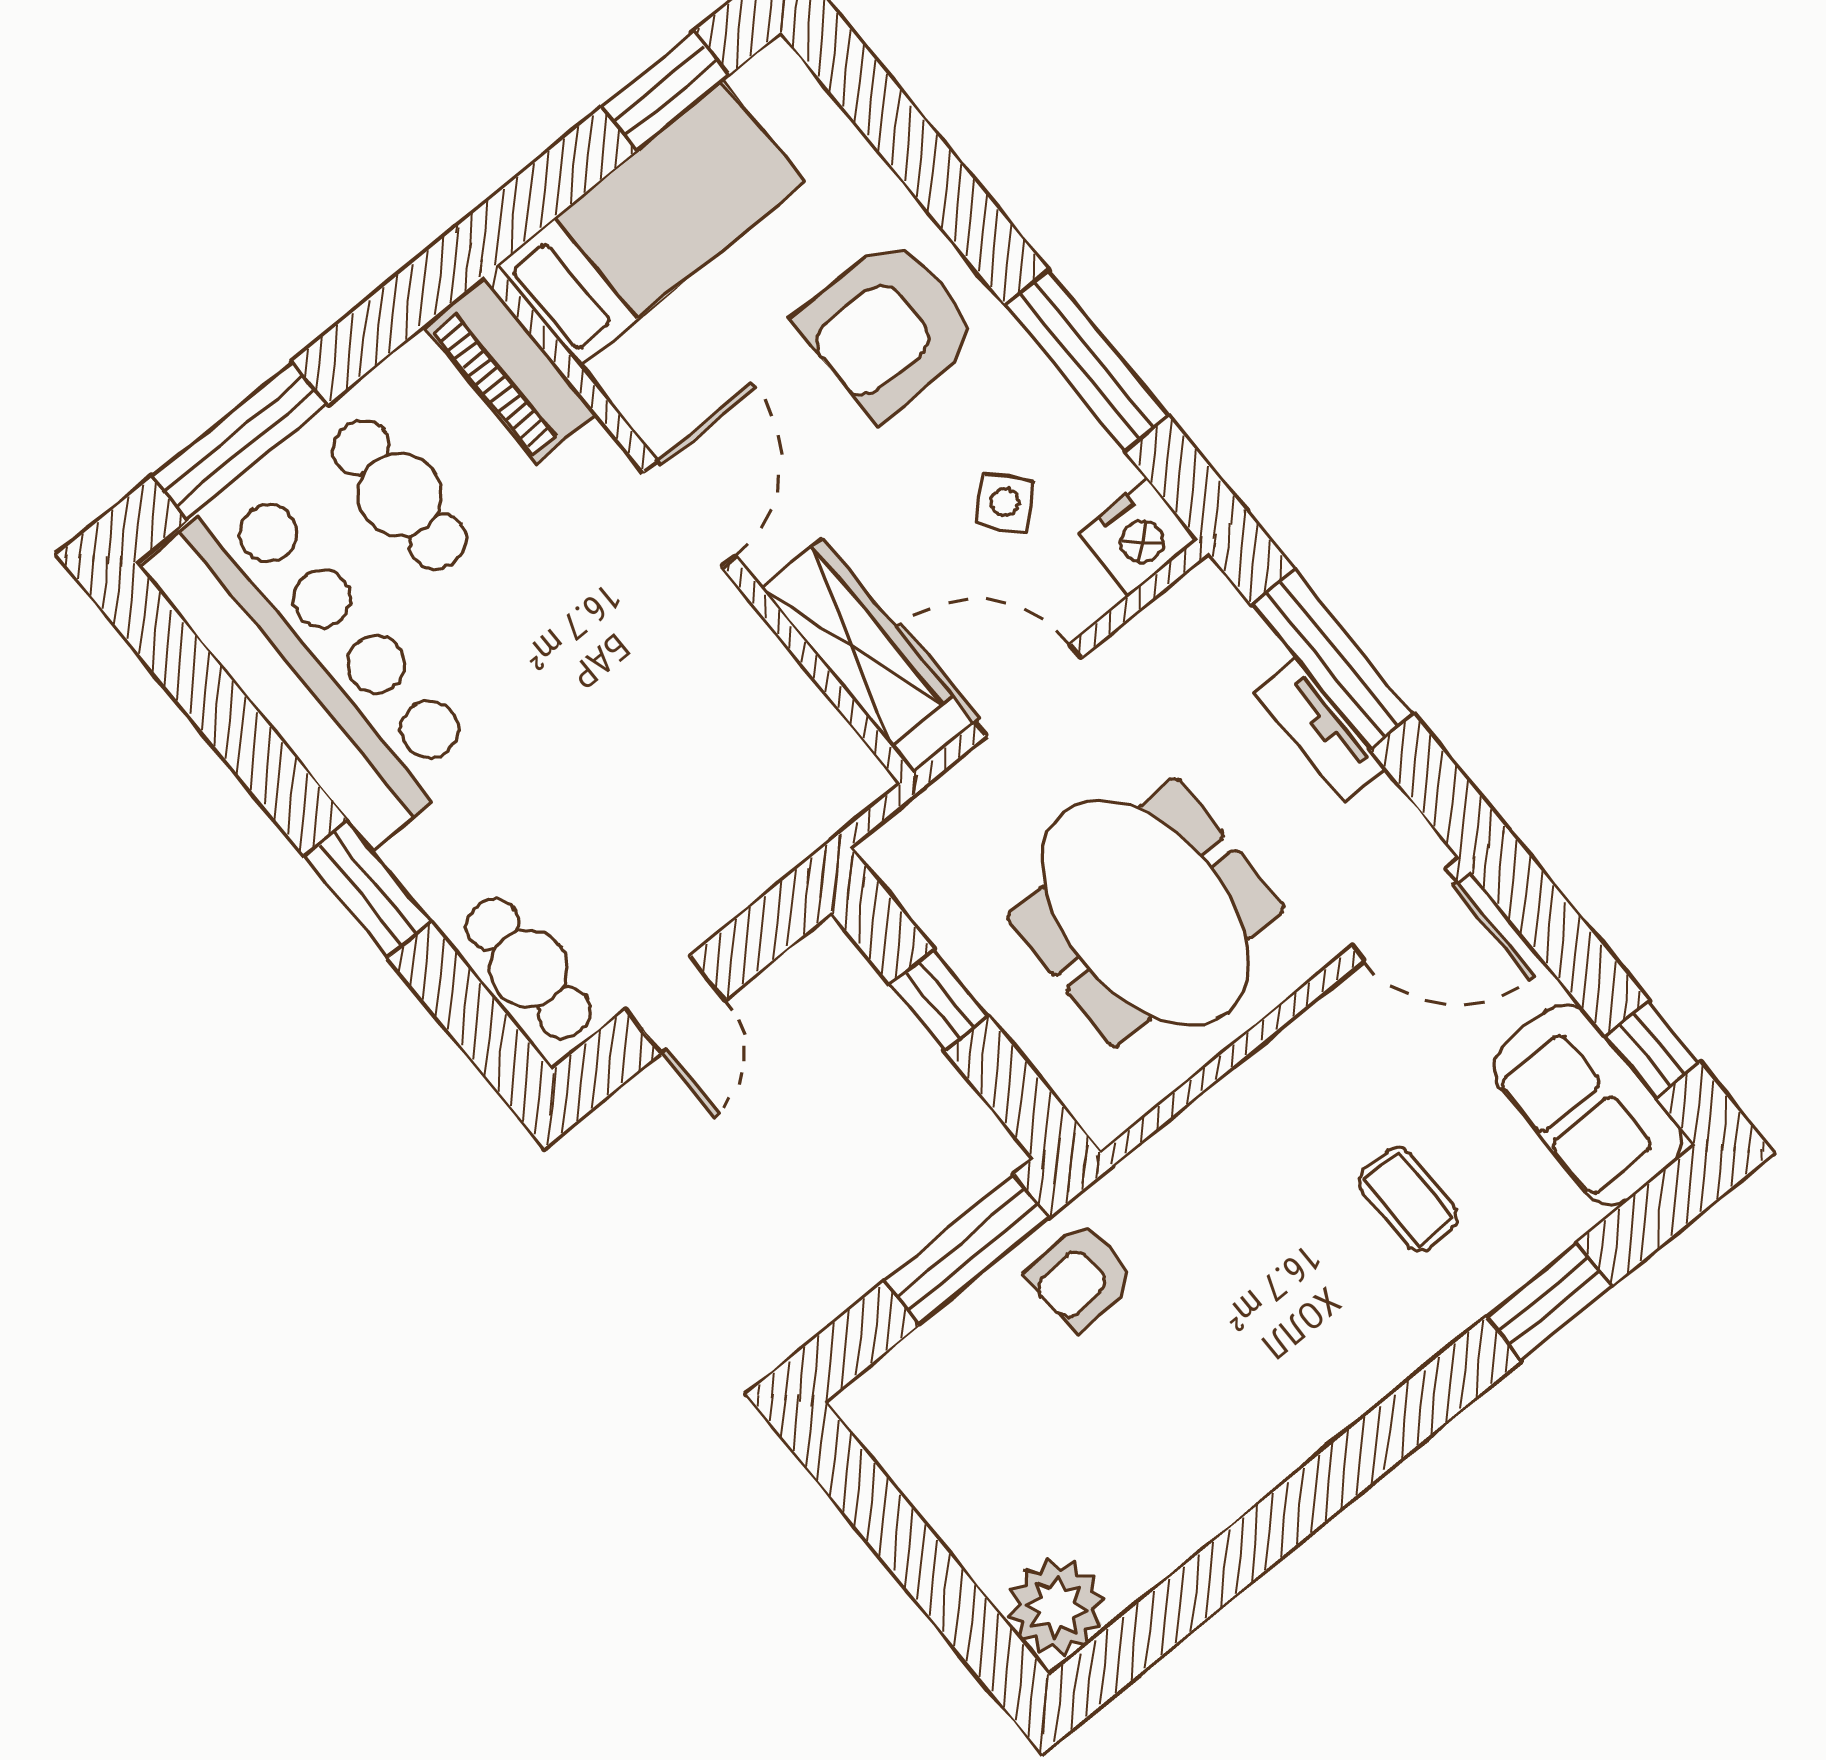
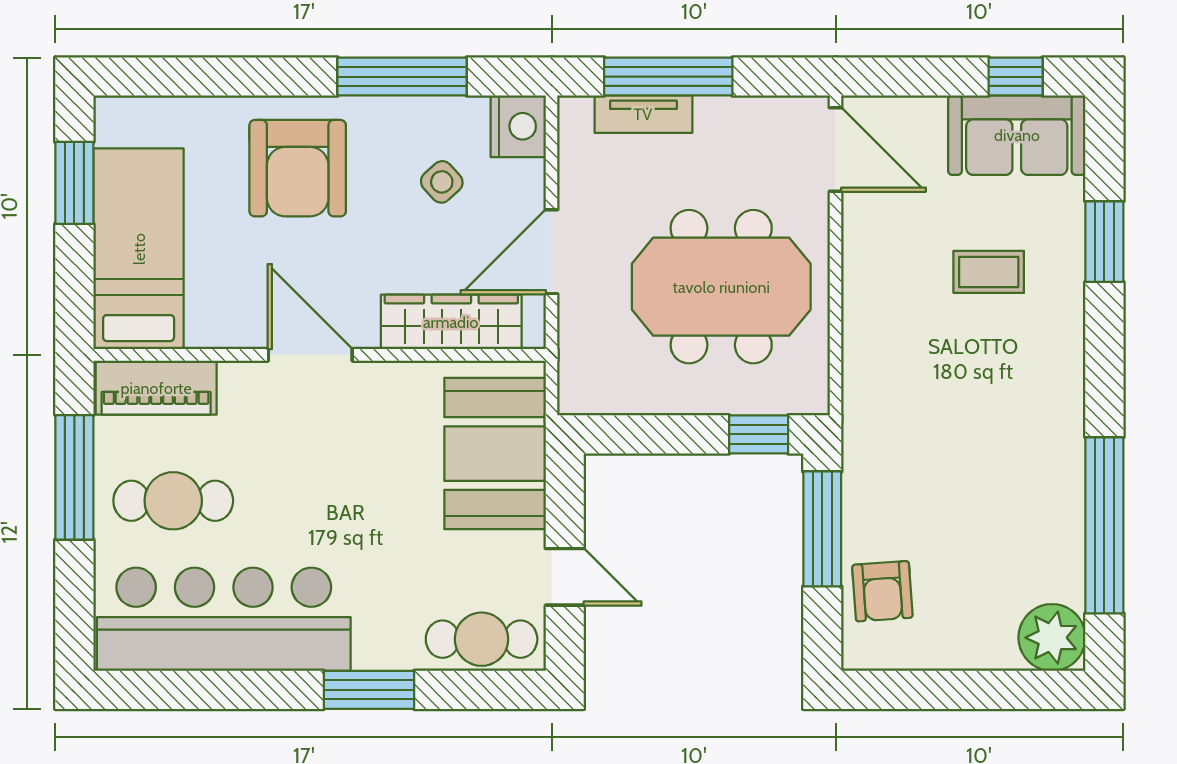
window: (239, 441) -> (74, 477), moved
tv unit: (1320, 730) -> (643, 114), moved
booth: (749, 813) -> (495, 454), added
door: (1405, 915) -> (836, 150), hinge flipped
window: (939, 1000) -> (759, 434), moved
armchair: (1080, 1276) -> (882, 591), moved
window: (1231, 1563) -> (1104, 525), added

